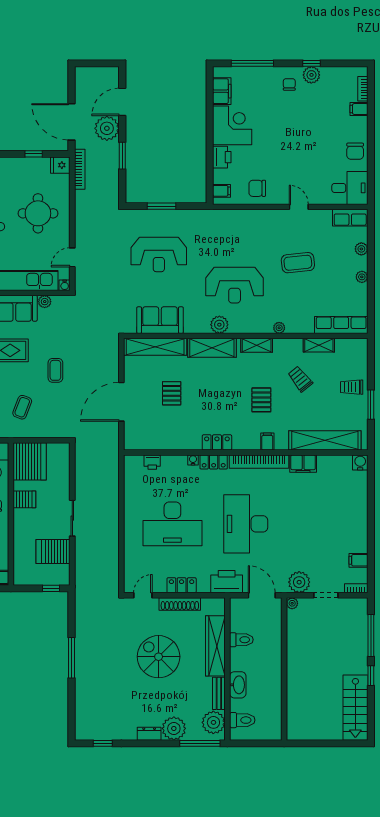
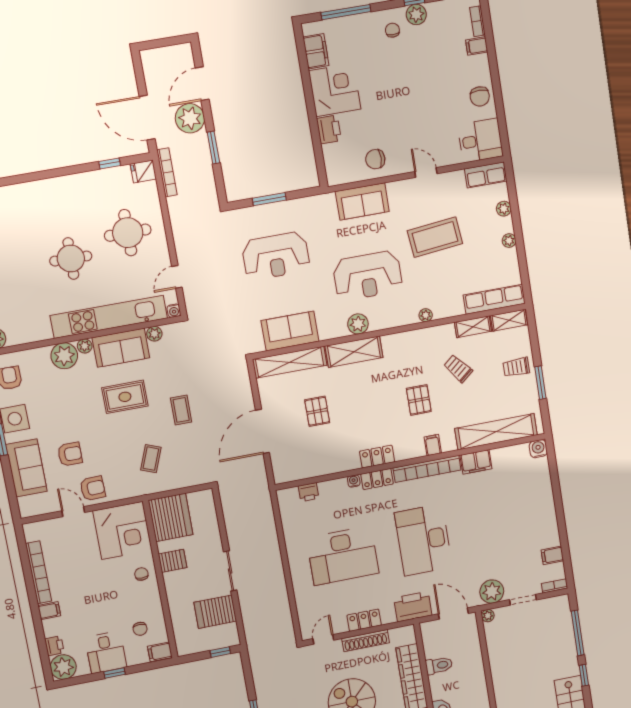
filing cabinet: (222, 191) -> (335, 169), removed
sofa: (240, 222) -> (362, 201), added
coffee table: (298, 263) -> (435, 237), width x1.36, depth x1.32
shelving: (257, 345) -> (509, 320), moved

